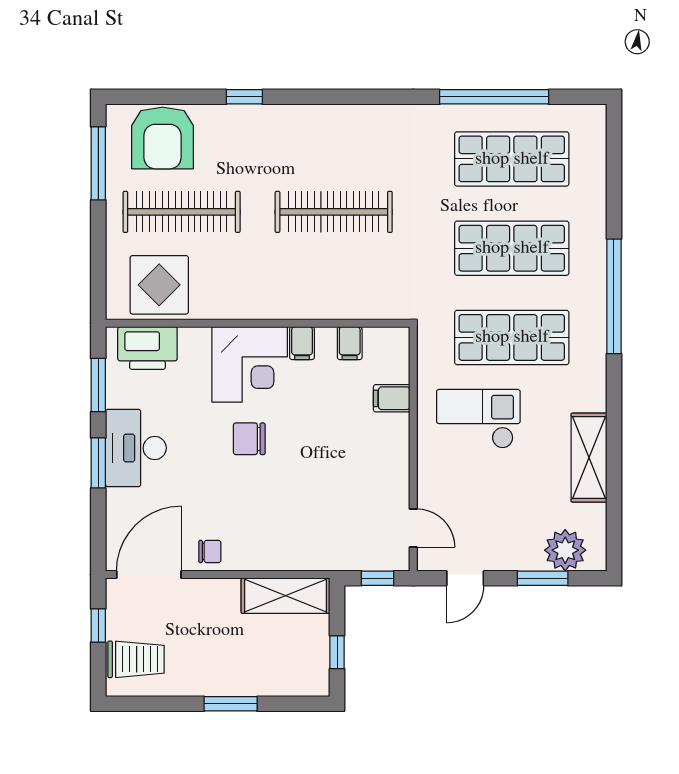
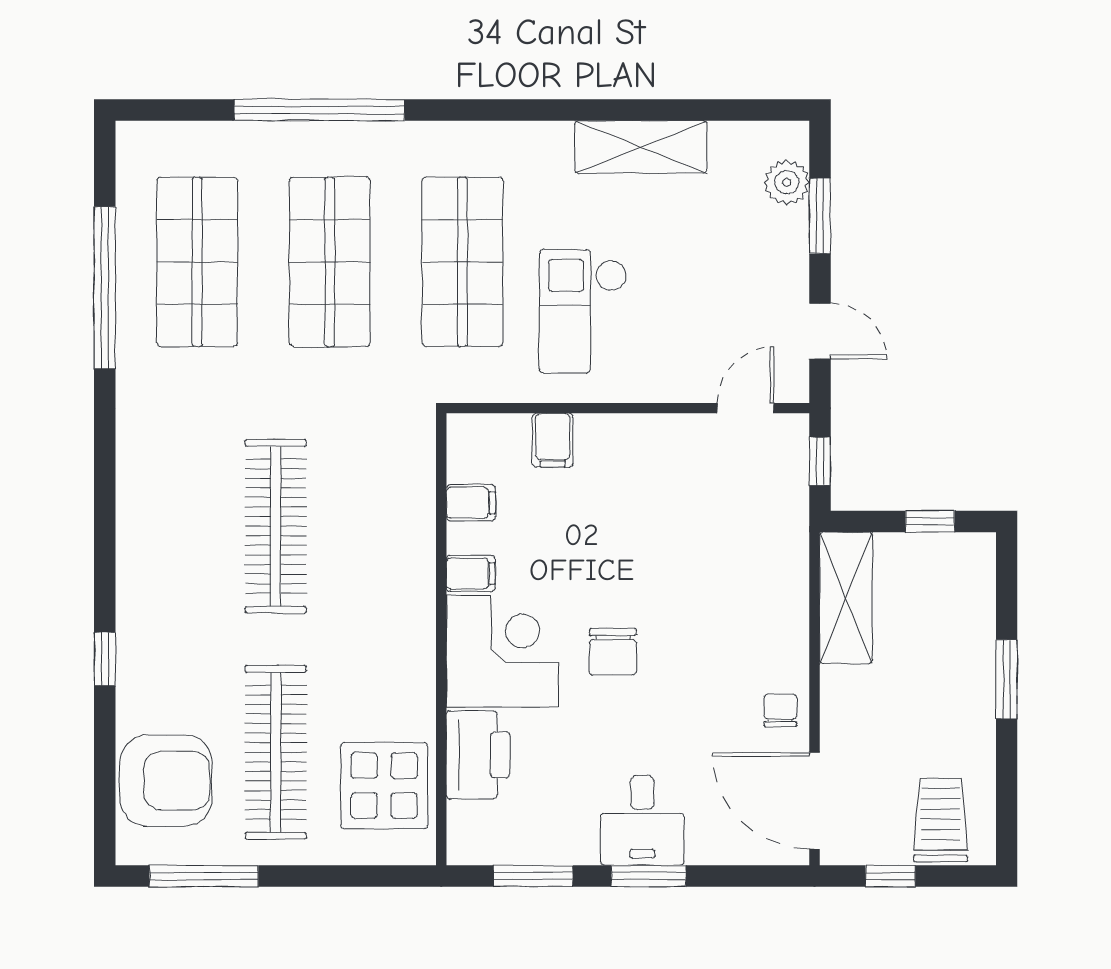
window: (614, 296) -> (319, 110), moved
printer: (147, 348) -> (478, 755), moved
desk: (136, 448) -> (642, 820), width x0.73
plant: (565, 550) -> (787, 182), width x0.73, depth x0.73

